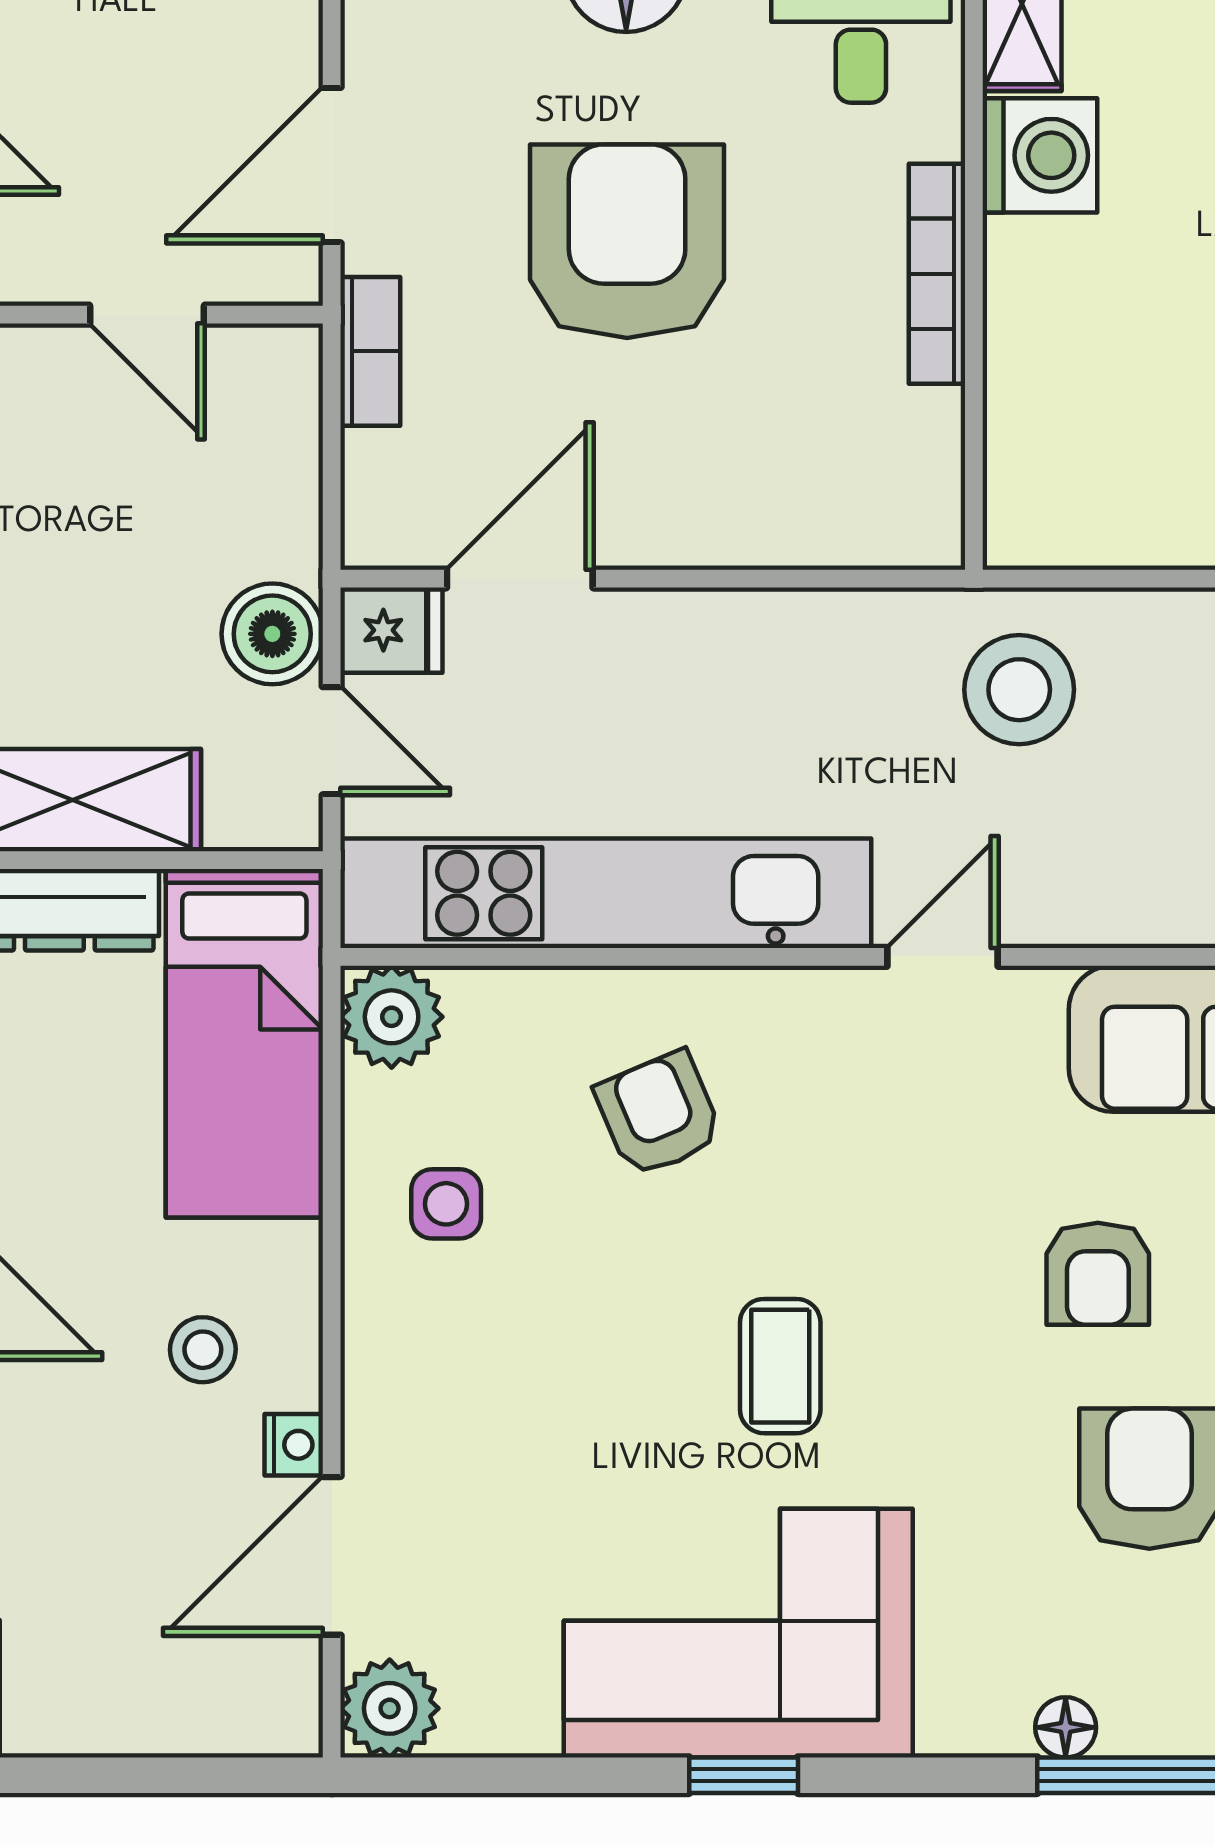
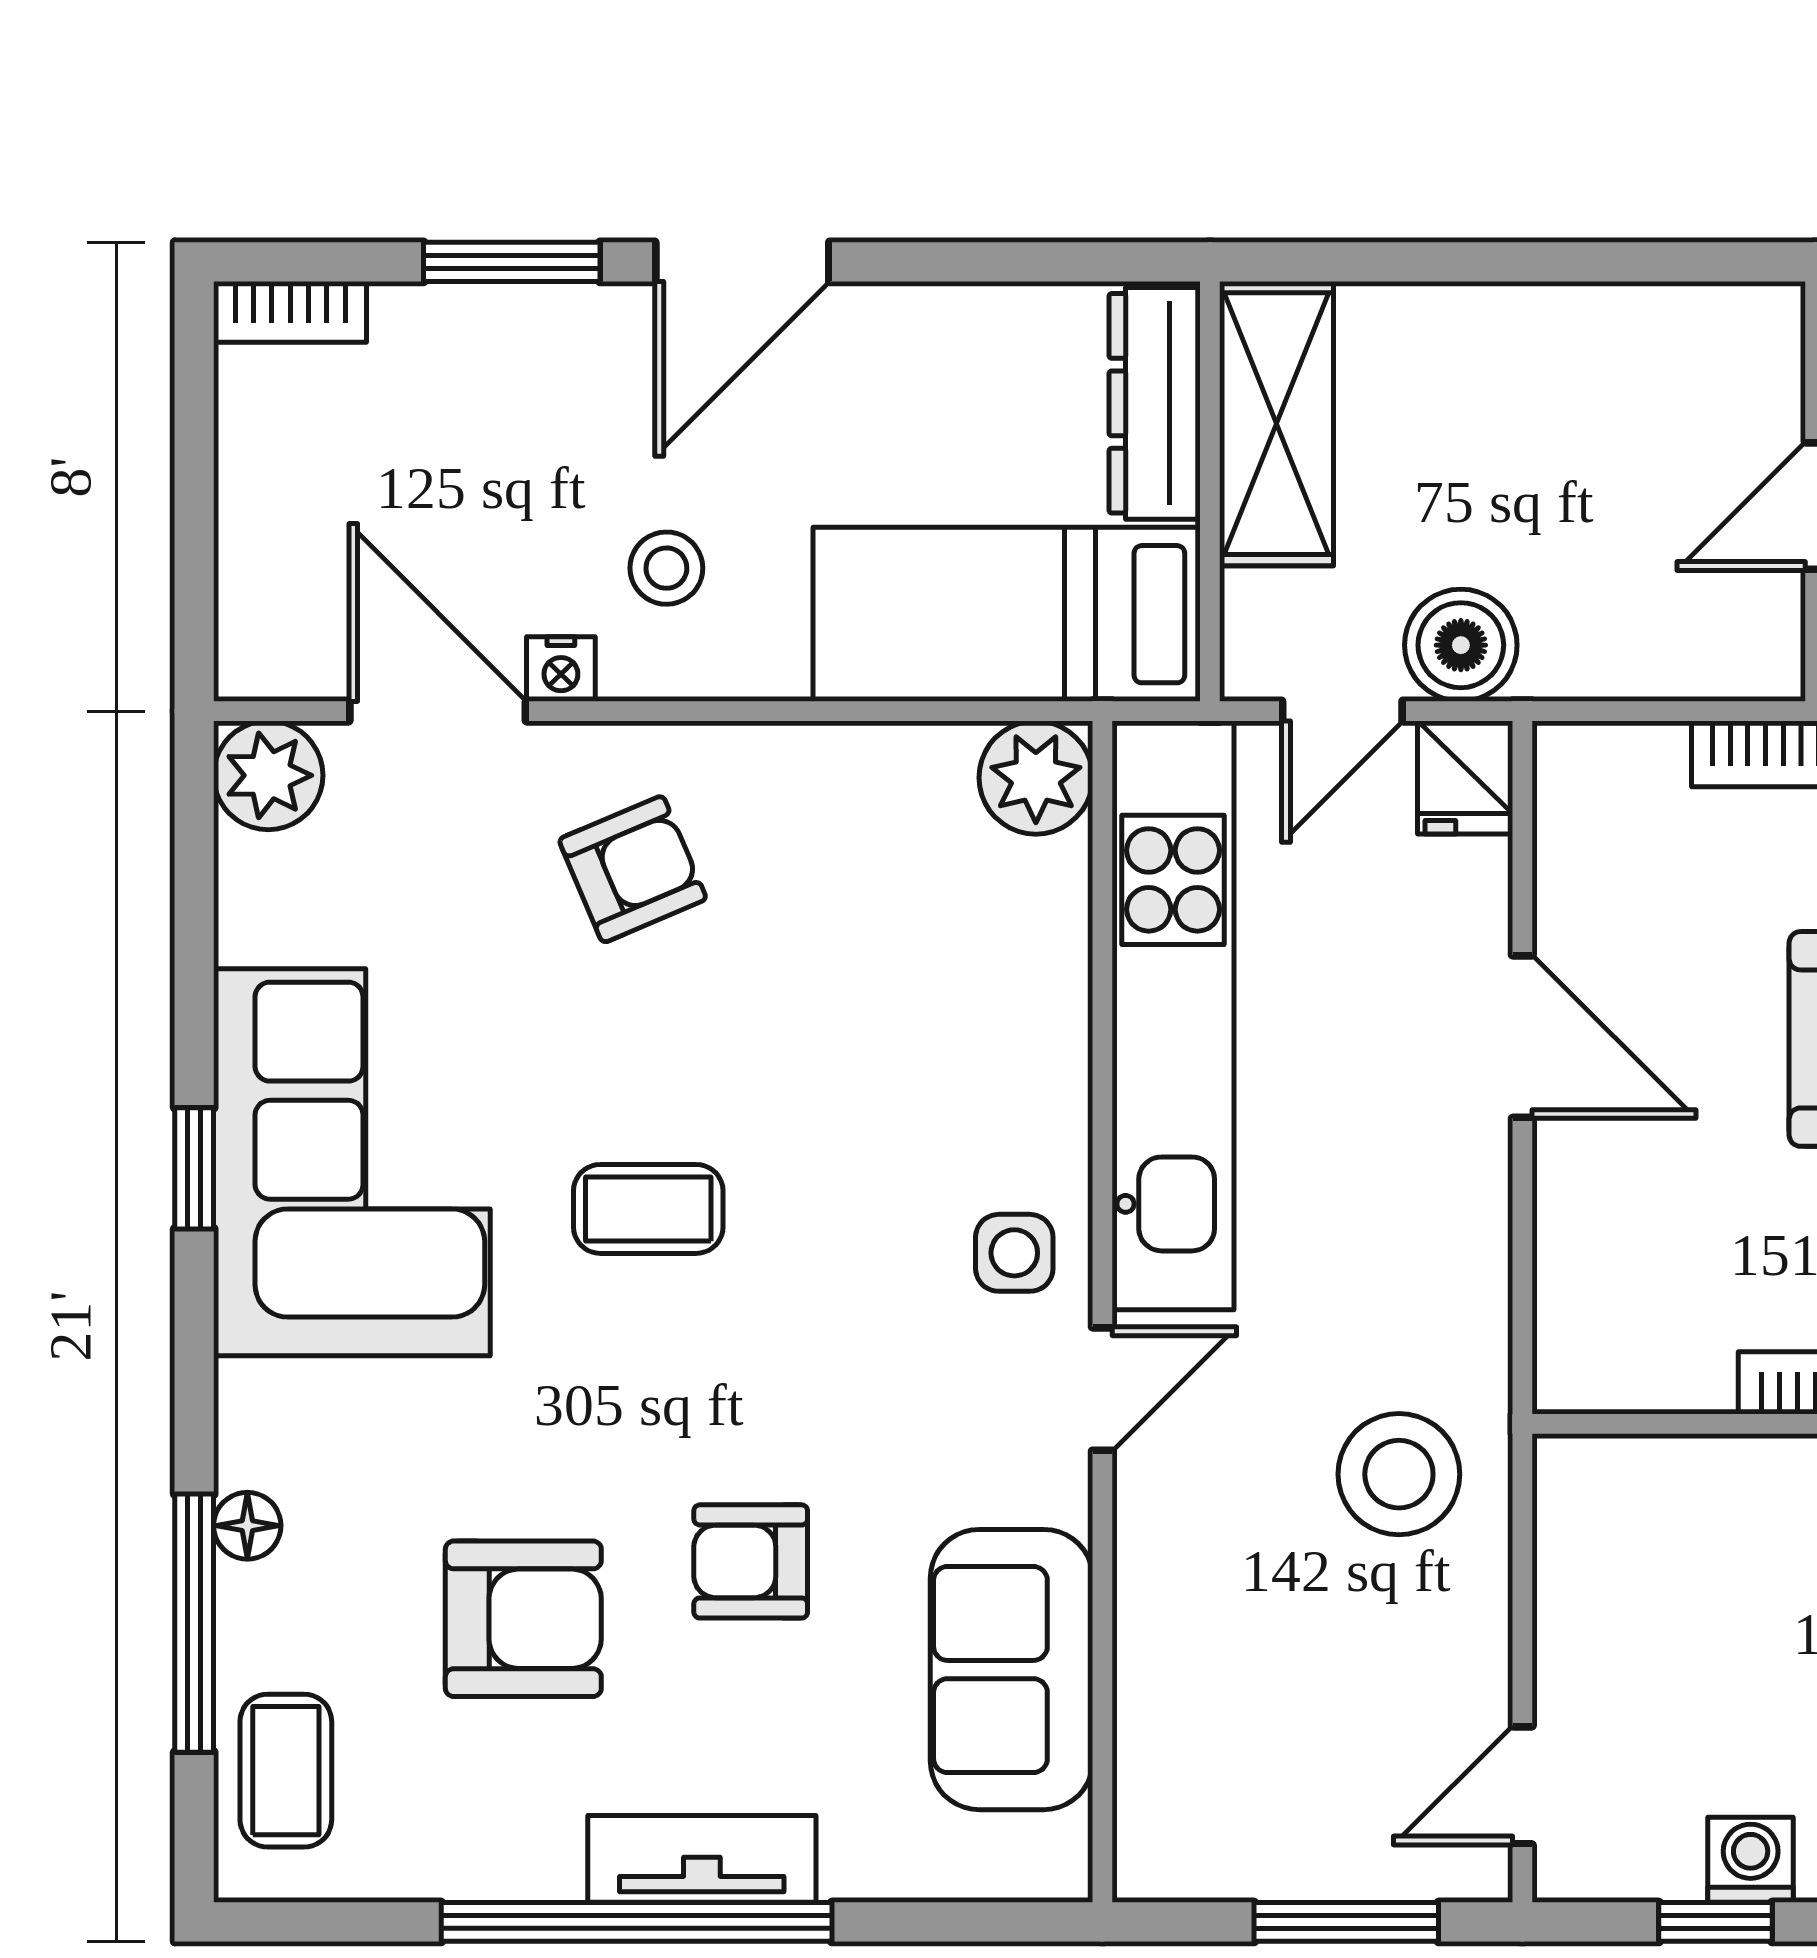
door: (520, 579) -> (1522, 1037), moved
door: (943, 957) -> (1102, 1389), hinge flipped
armchair: (659, 1114) -> (633, 869), moved
side table: (446, 1204) -> (1014, 1253), moved

